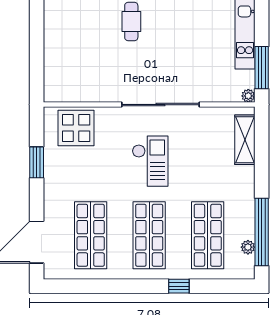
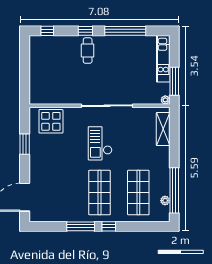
checkout: (150, 161) -> (100, 143), turned 180
shop shelf: (91, 235) -> (61, 193), removed
window: (121, 286) -> (81, 226), added
window: (179, 286) -> (109, 226), moved

